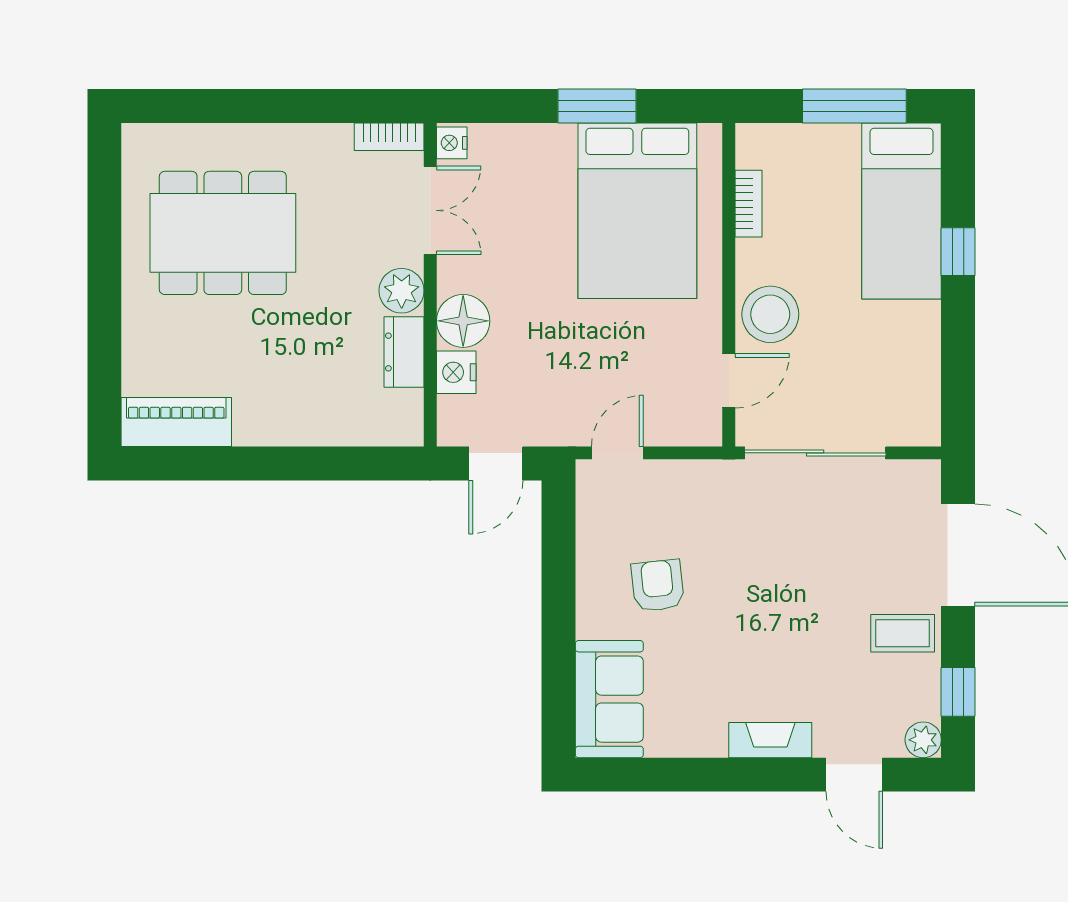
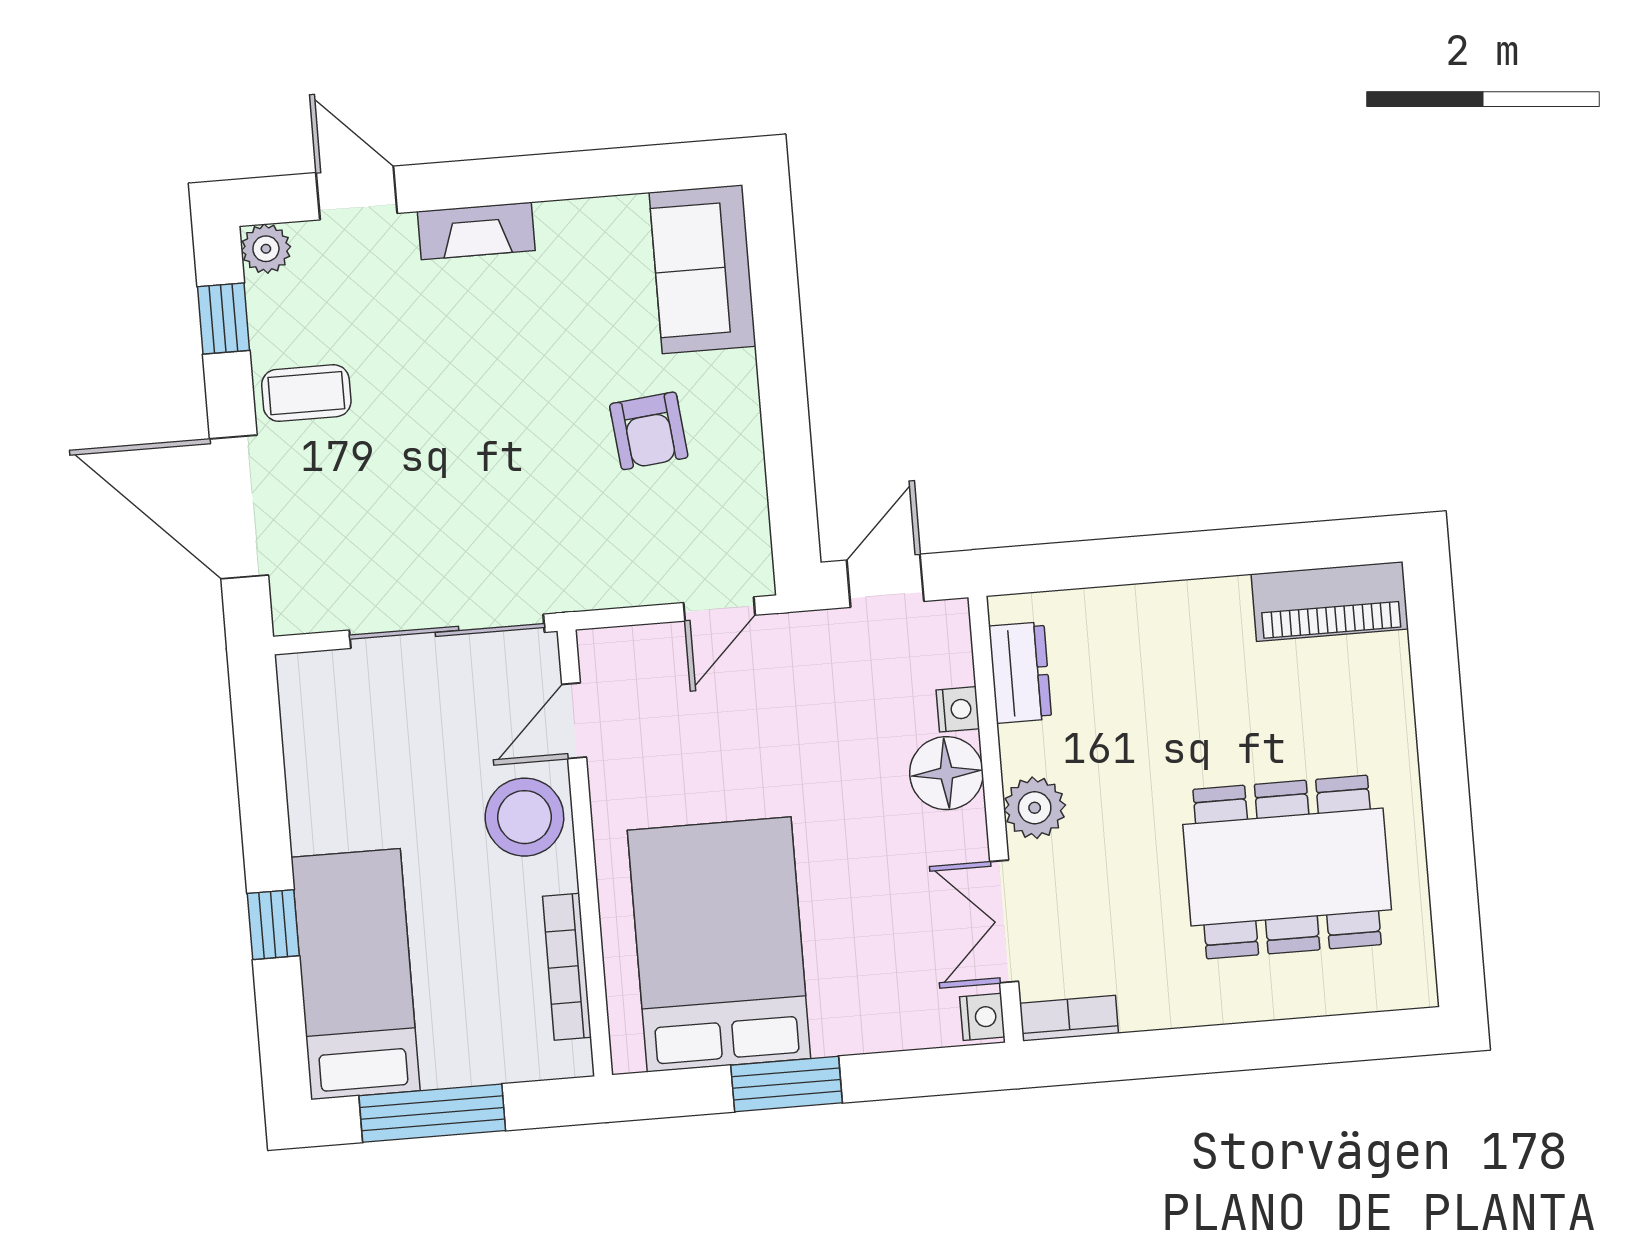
bookcase: (749, 204) -> (567, 967), width x1.56
dresser: (404, 352) -> (1020, 673), moved
nightstand: (456, 372) -> (958, 709), width x0.72, depth x0.74

